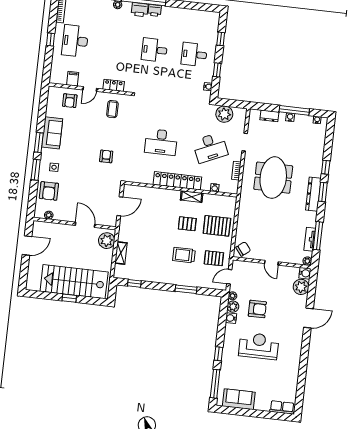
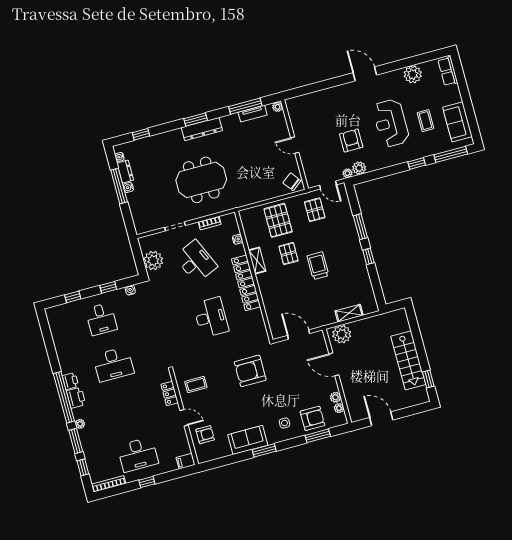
desk: (154, 50) -> (113, 364), width x1.37
filing cabinet: (73, 79) -> (186, 461), moved
dresser: (269, 116) -> (125, 172), moved
armchair: (106, 156) -> (250, 371), width x1.88, depth x1.88
window: (326, 167) -> (141, 134), moved
window: (36, 170) -> (318, 436), moved
plant: (58, 216) -> (335, 397), added
door: (85, 225) -> (334, 364), hinge flipped
trolley: (184, 255) -> (318, 266), moved, turned 180
door: (271, 263) -> (295, 145), swing flipped
water cooler: (305, 273) -> (292, 104), removed
stairs: (74, 282) -> (408, 360), width x0.73, depth x0.66
window: (134, 283) -> (368, 256), moved
plant: (301, 287) -> (413, 74), moved
window: (69, 298) -> (428, 379), moved
water cooler: (231, 318) -> (372, 165), removed
door: (309, 318) -> (365, 74), moved
coffee table: (250, 374) -> (425, 121), added

